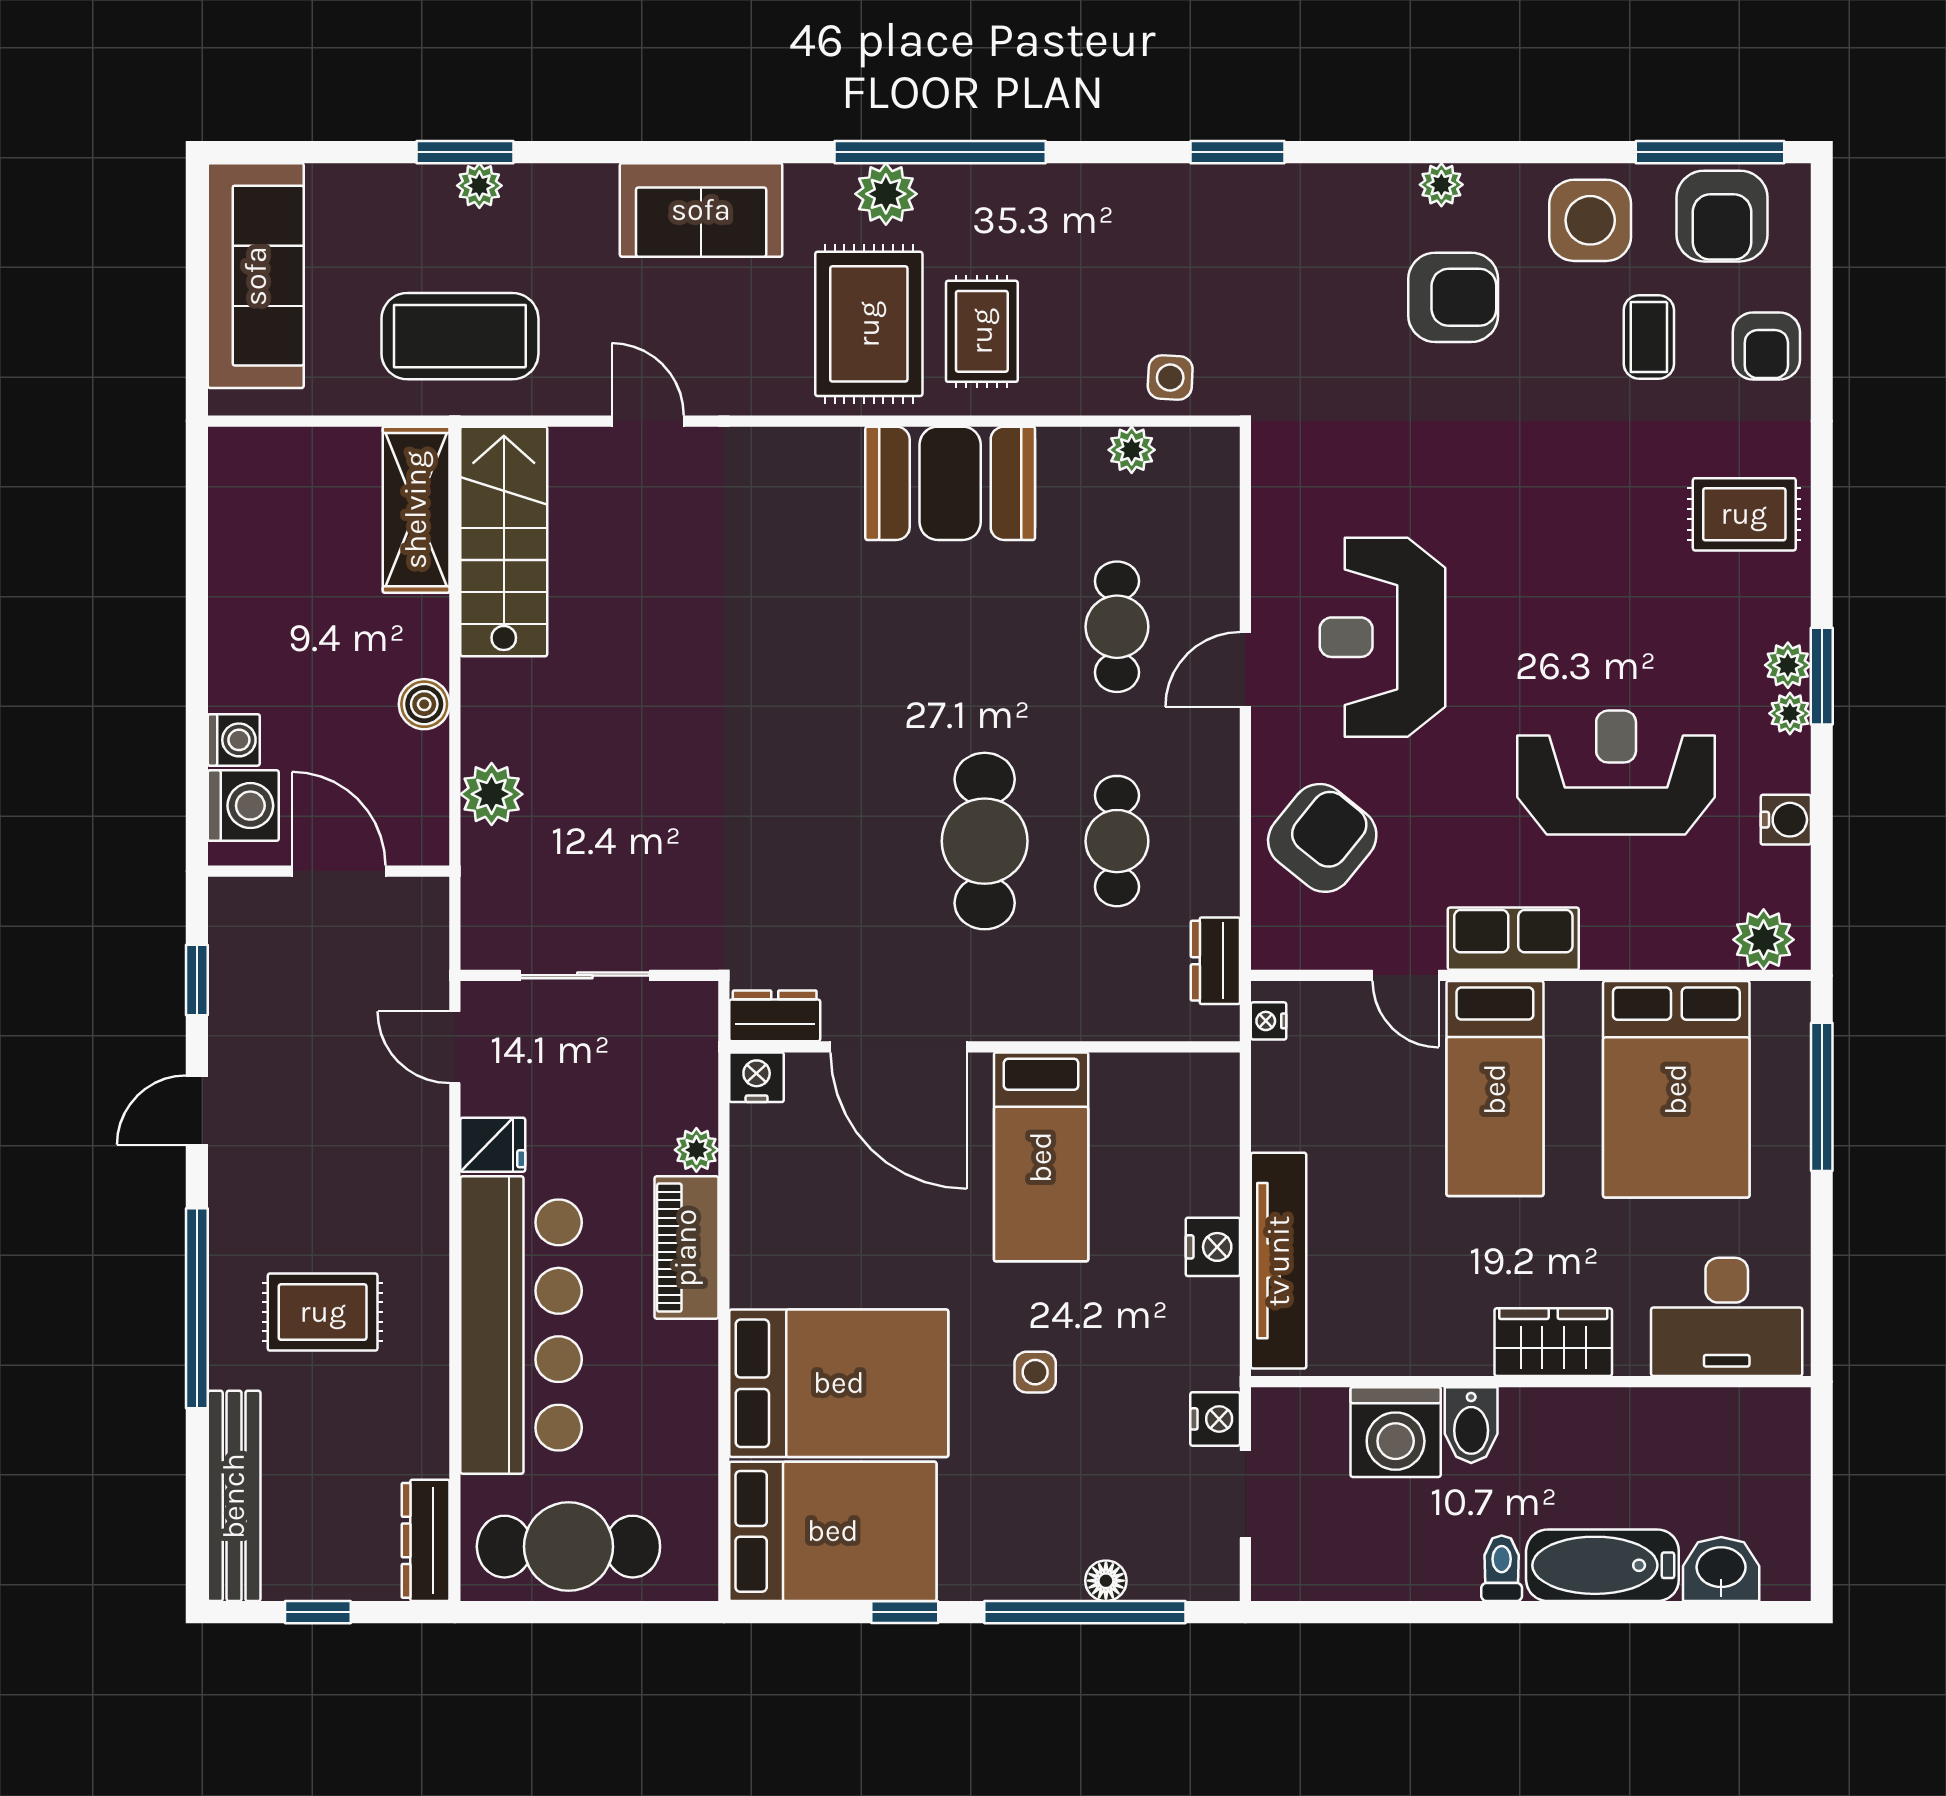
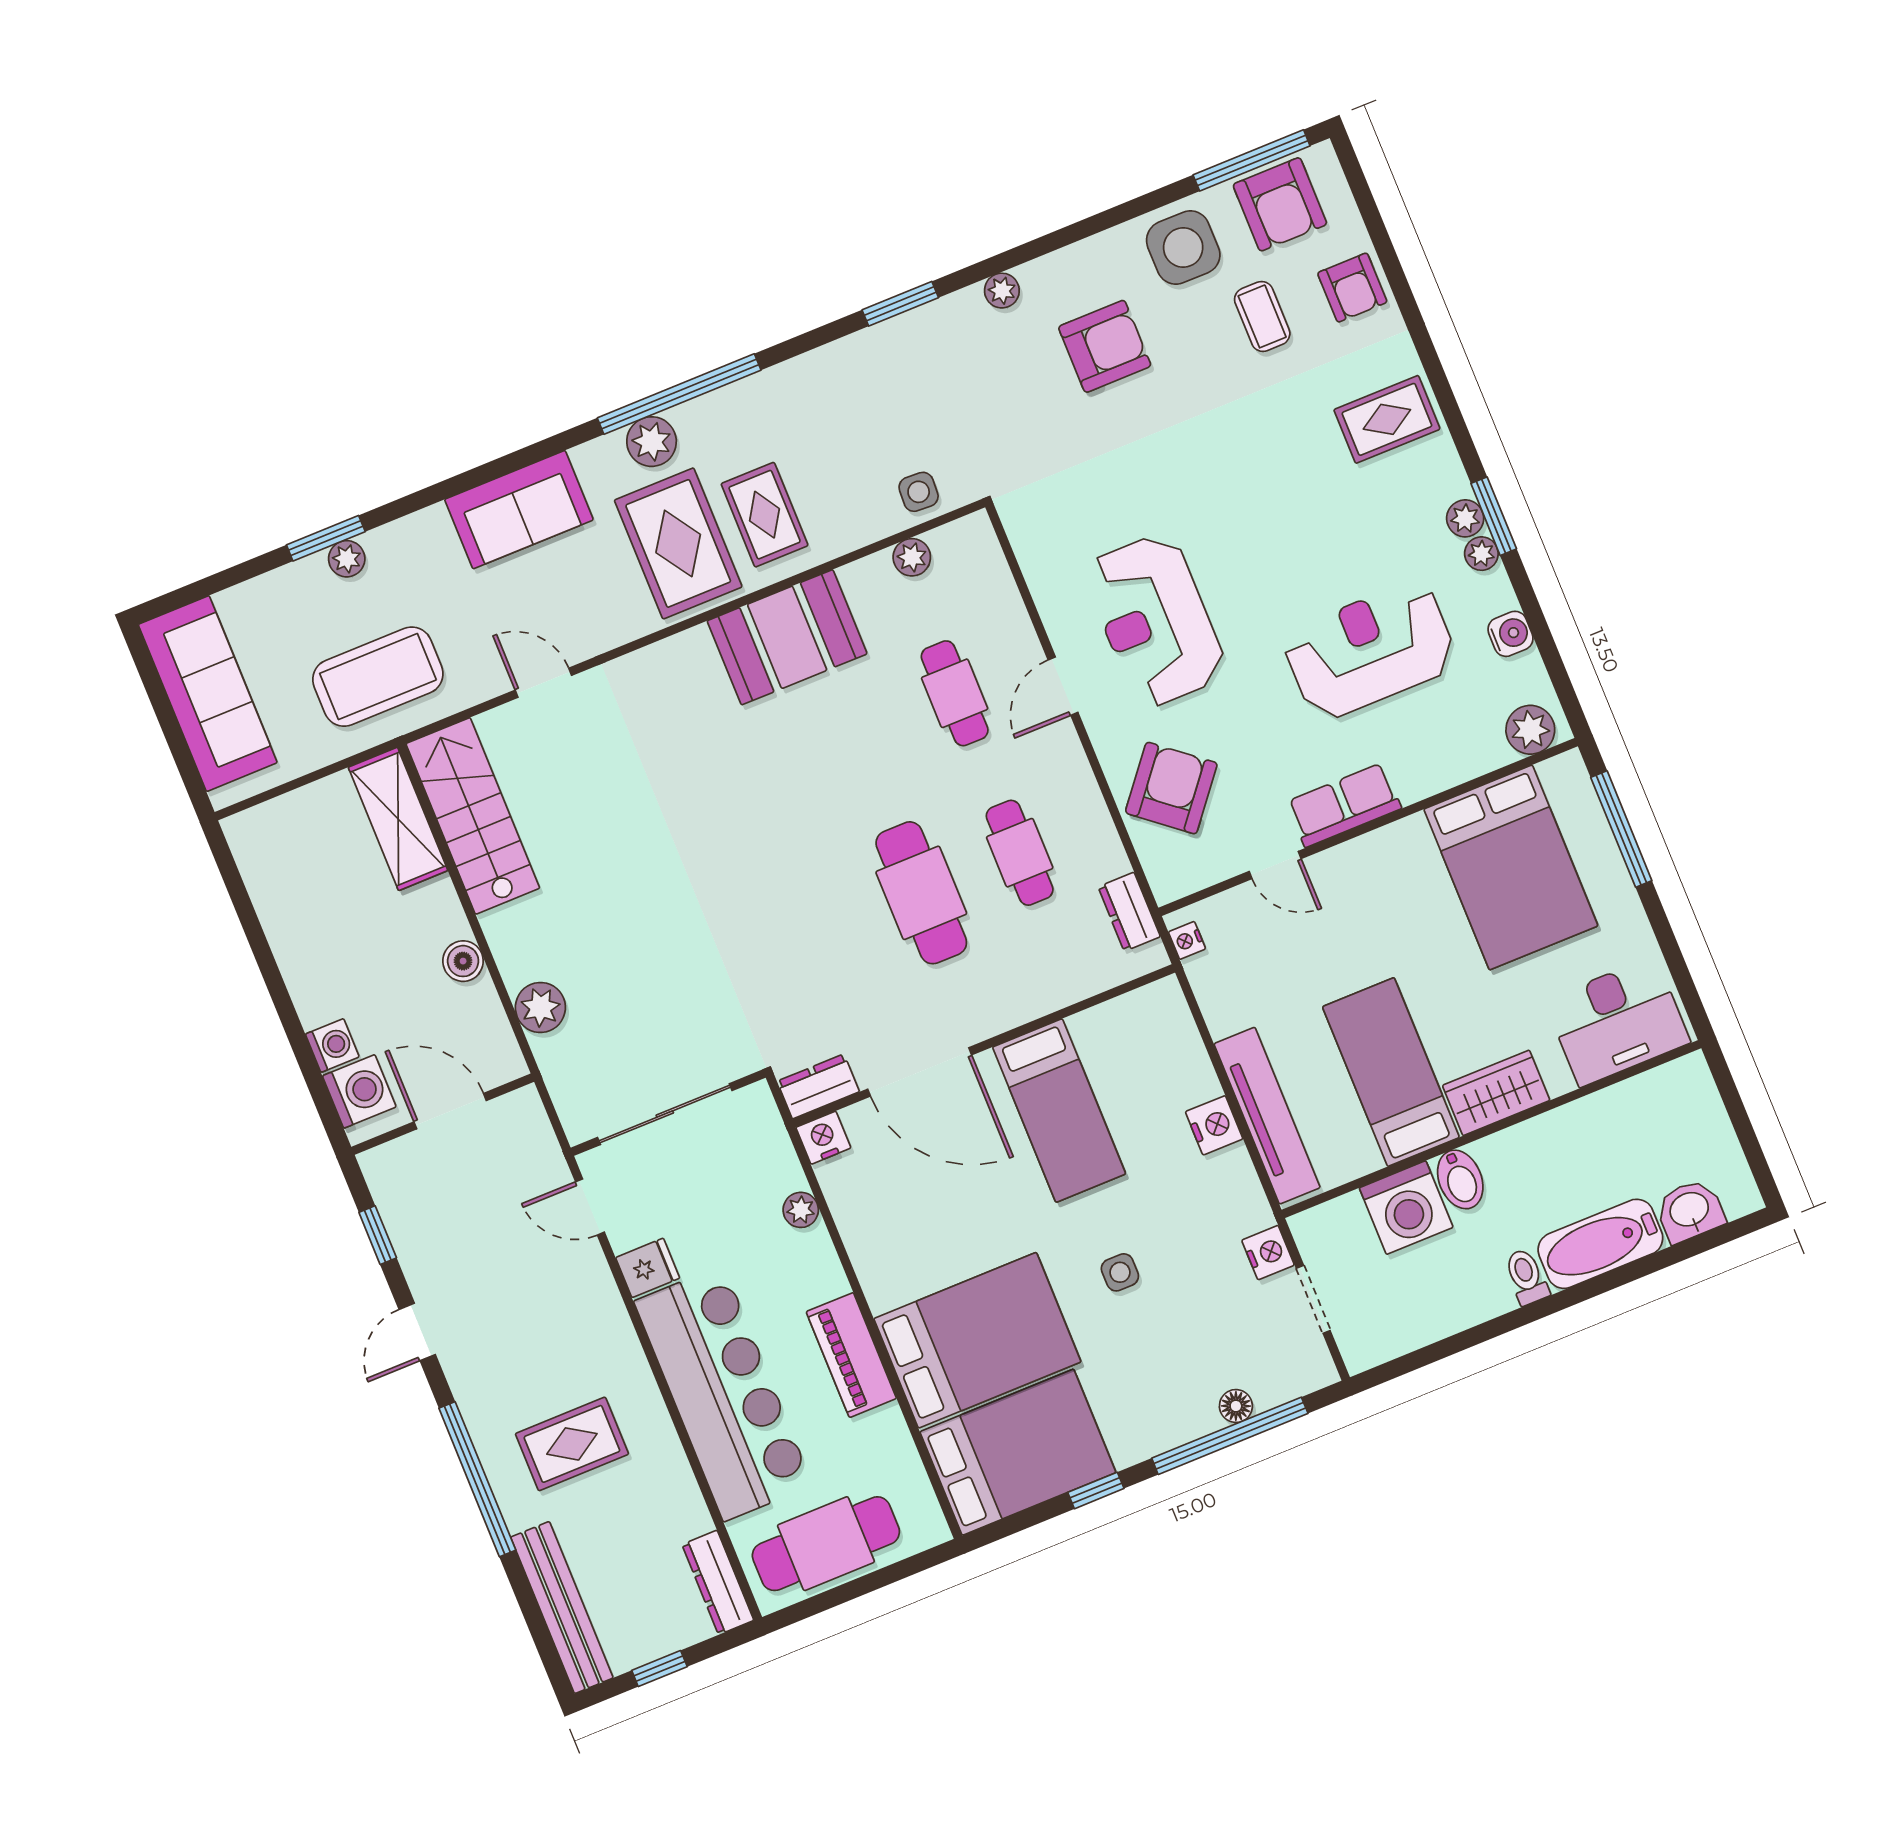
plant: (1441, 185) -> (1002, 291), moved
sliding door: (585, 975) -> (665, 1114), width x1.37
bed: (1495, 1089) -> (1391, 1072), moved, turned 180
piano: (686, 1248) -> (851, 1355), moved

